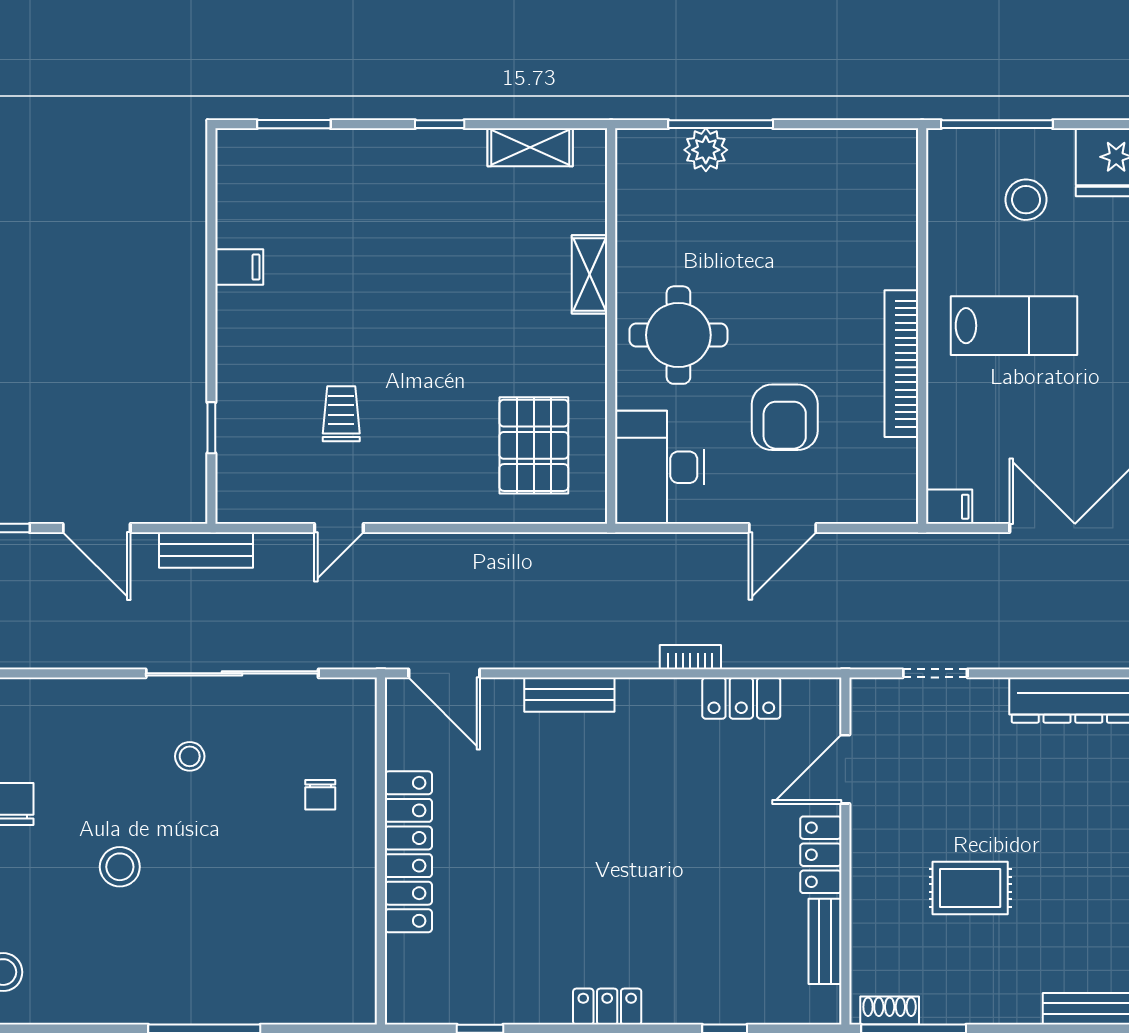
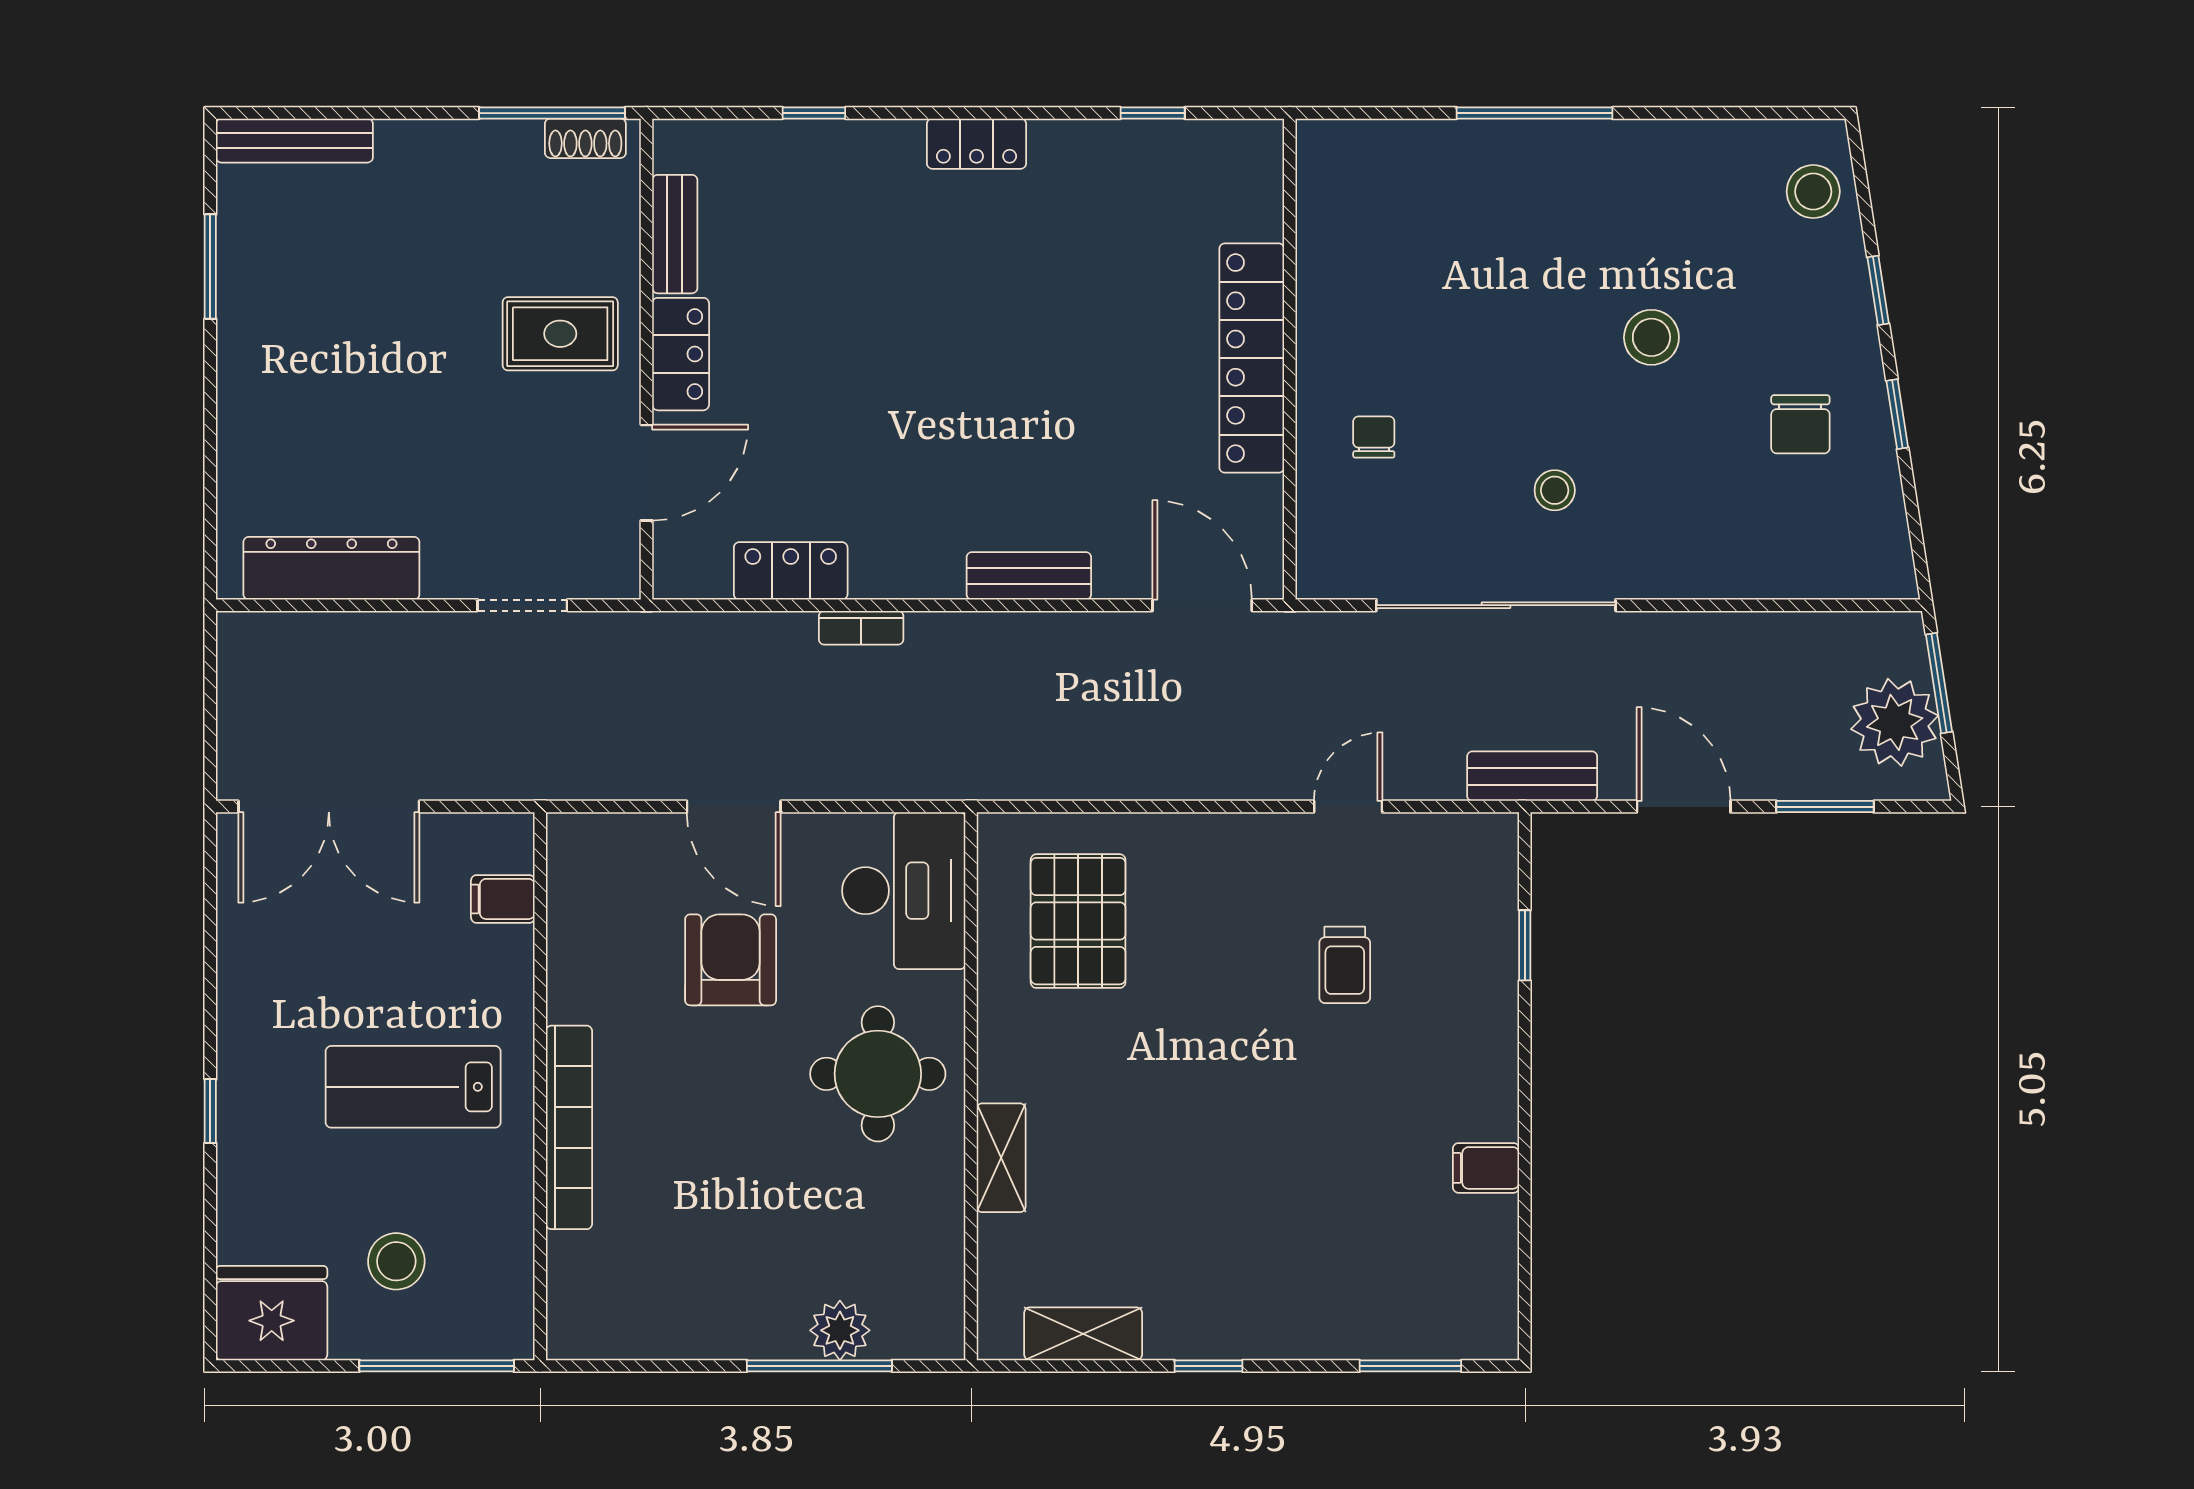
bookcase: (901, 364) -> (569, 1127), moved
filing cabinet: (949, 507) -> (503, 899), moved
door: (782, 528) -> (734, 807), swing flipped
rug: (970, 888) -> (560, 334), moved

